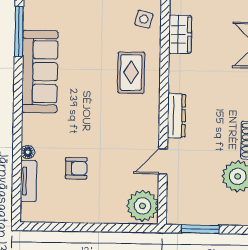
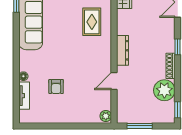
armchair: (76, 168) -> (56, 87), turned 90
plant: (143, 206) -> (106, 116), width x0.53, depth x0.53

